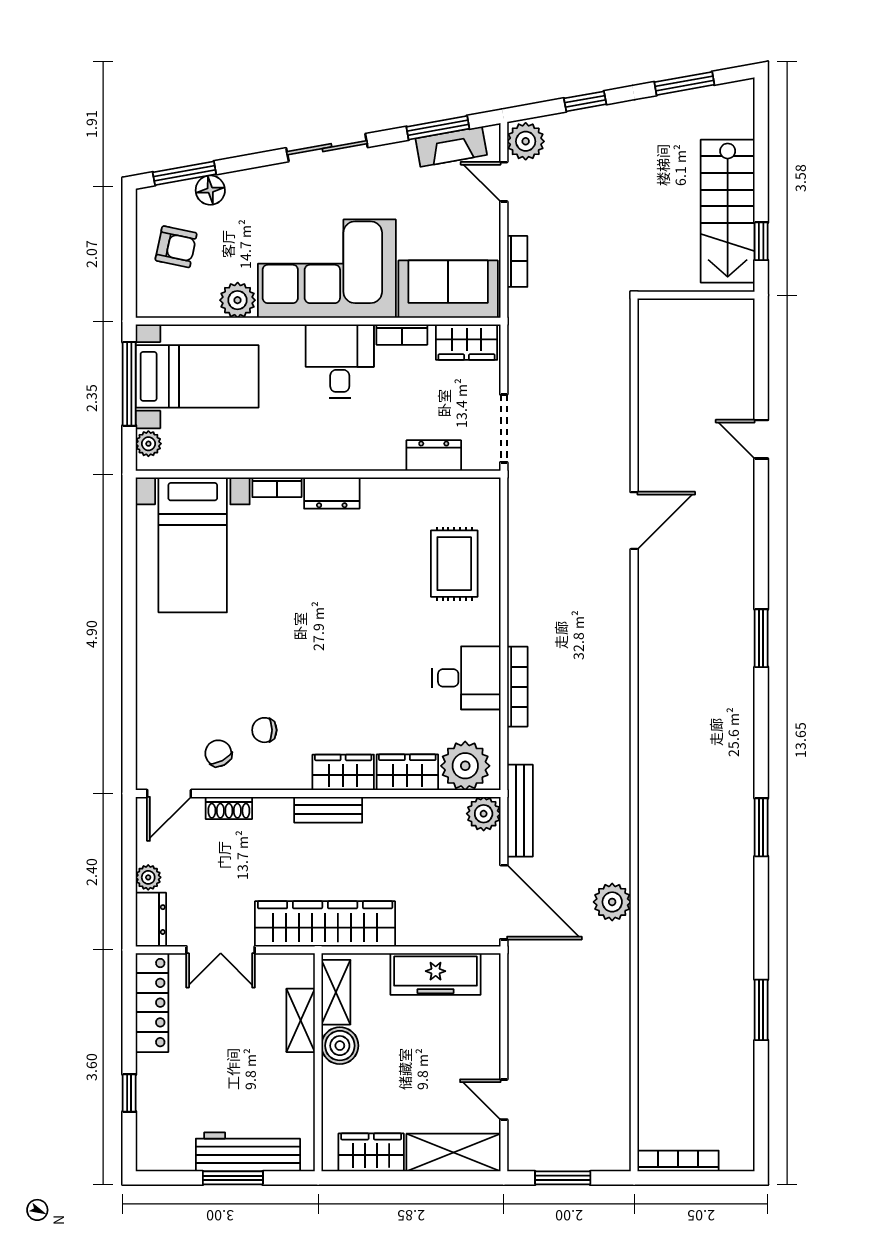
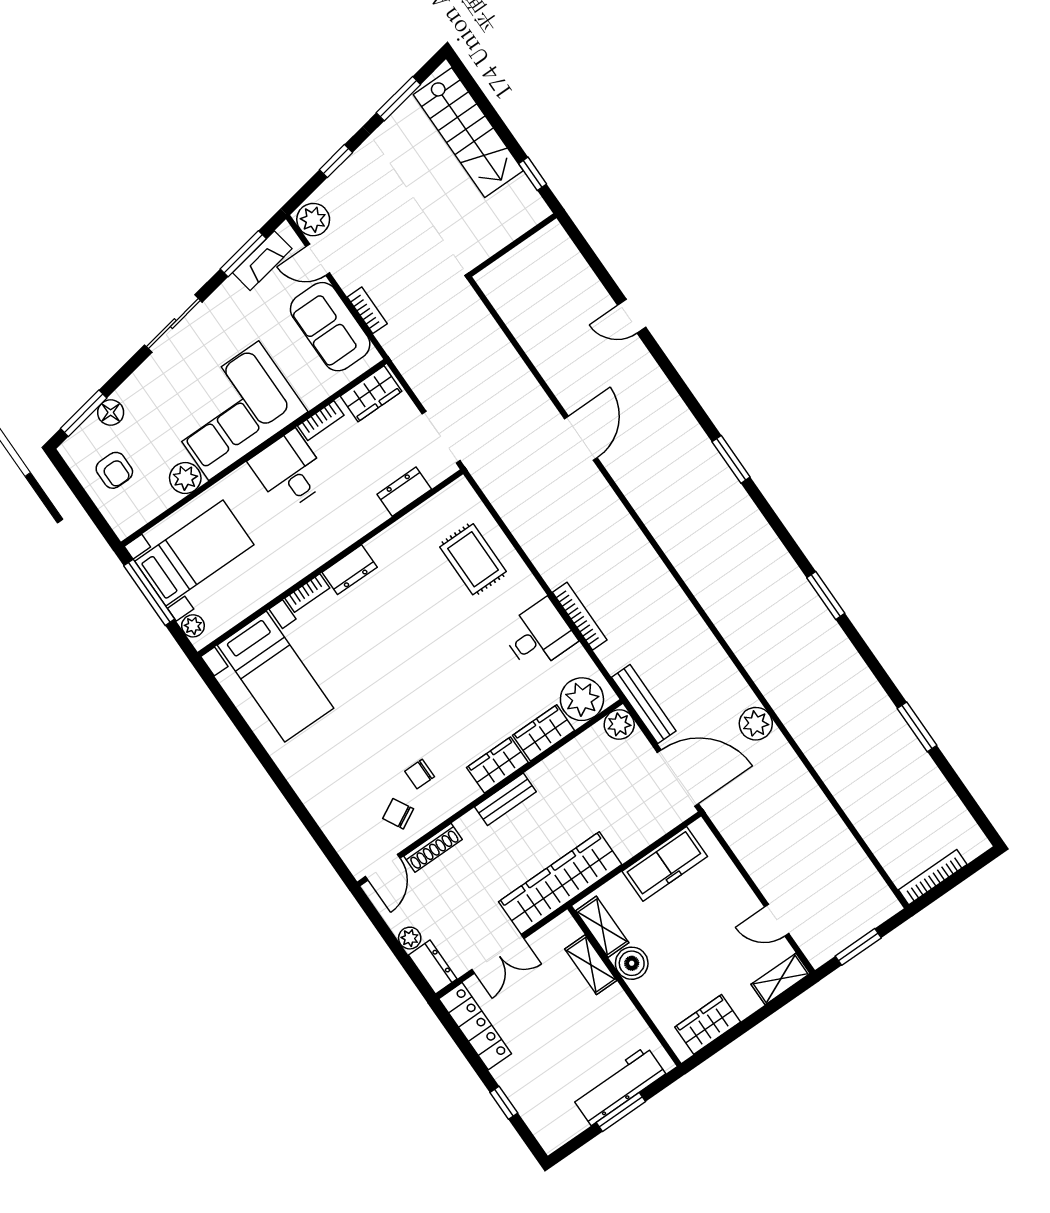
stairs: (728, 211) -> (468, 133), moved
armchair: (176, 247) -> (114, 470), turned 78
sofa: (448, 289) -> (330, 327), moved, turned -90
shoe rack: (229, 808) -> (433, 848), width x1.43
shelving: (453, 1153) -> (781, 979), width x0.67, depth x0.75

